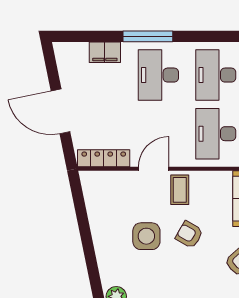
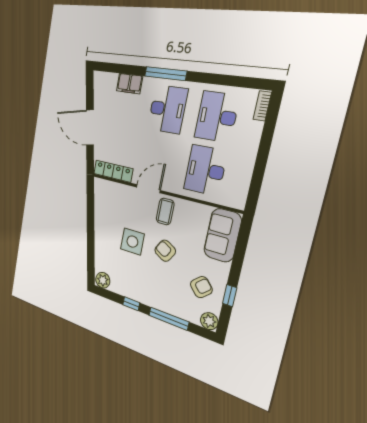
desk: (158, 75) -> (167, 109), turned 180

